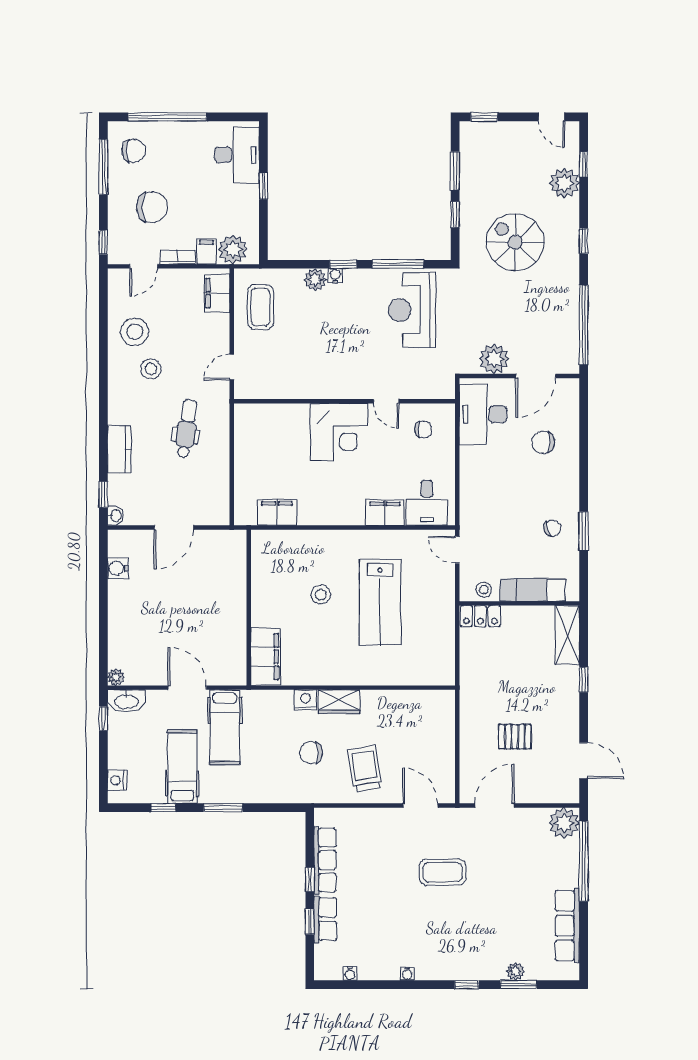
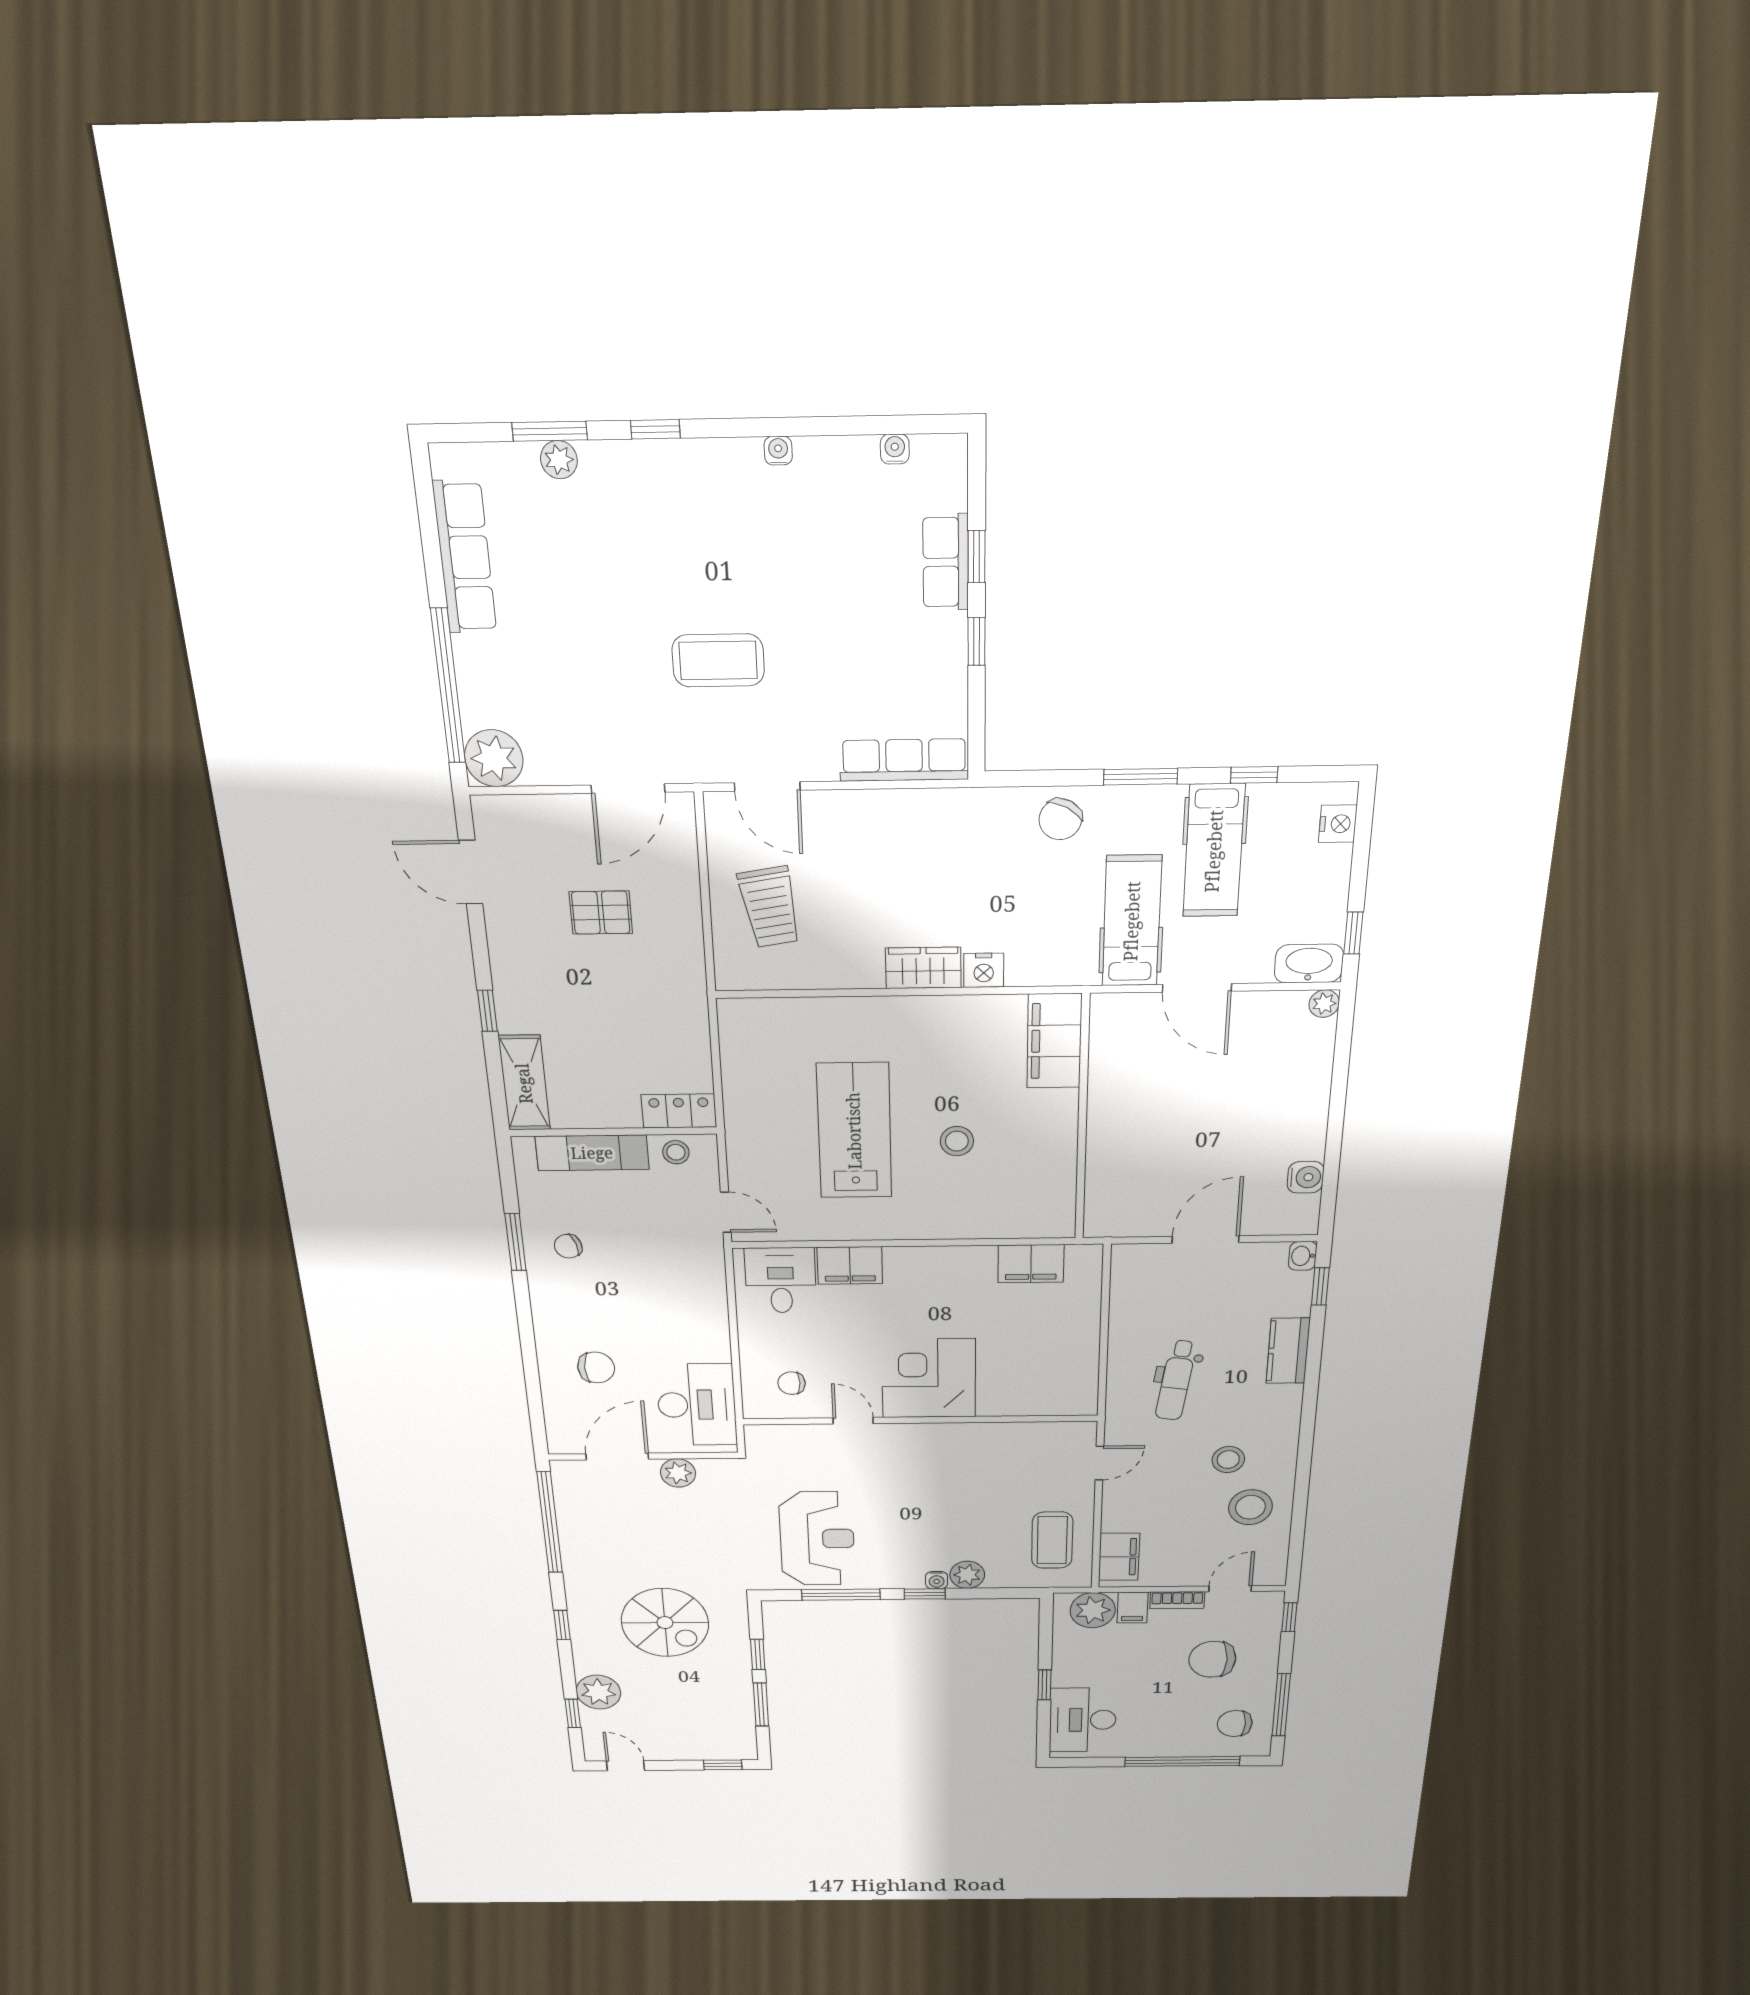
plant: (494, 359) -> (678, 1473), width x0.73, depth x0.73
chair: (311, 753) -> (1060, 819), moved, turned 119
trolley: (365, 768) -> (770, 907), moved
row of seats: (325, 860) -> (904, 760), moved, turned 90

